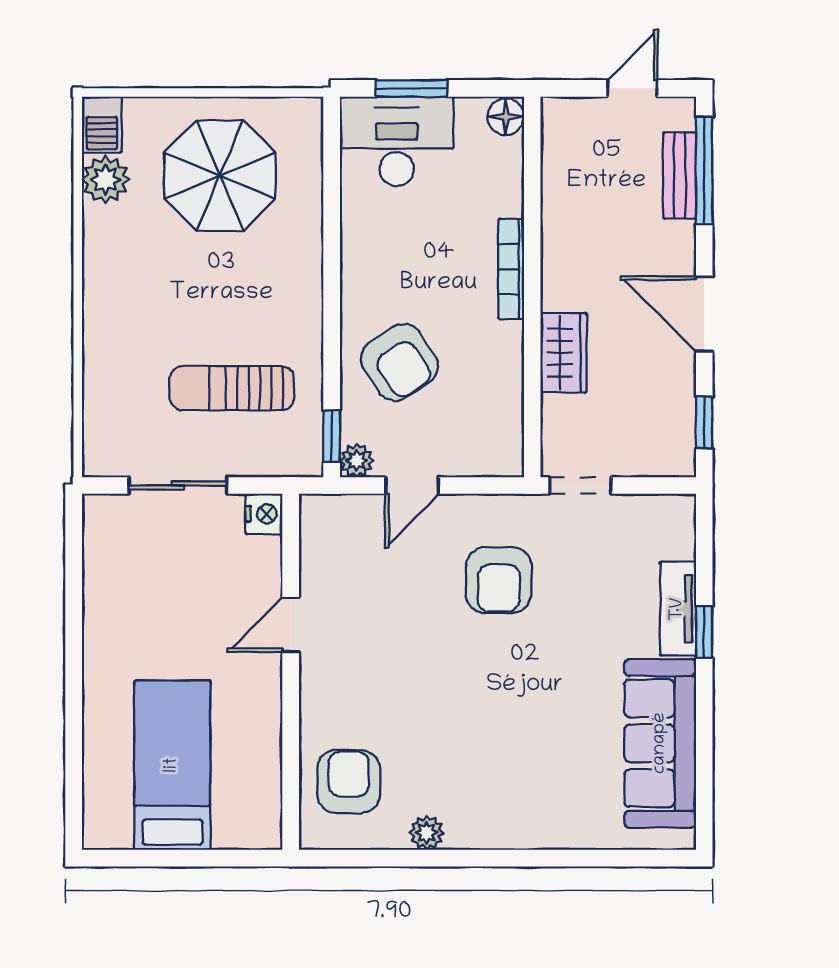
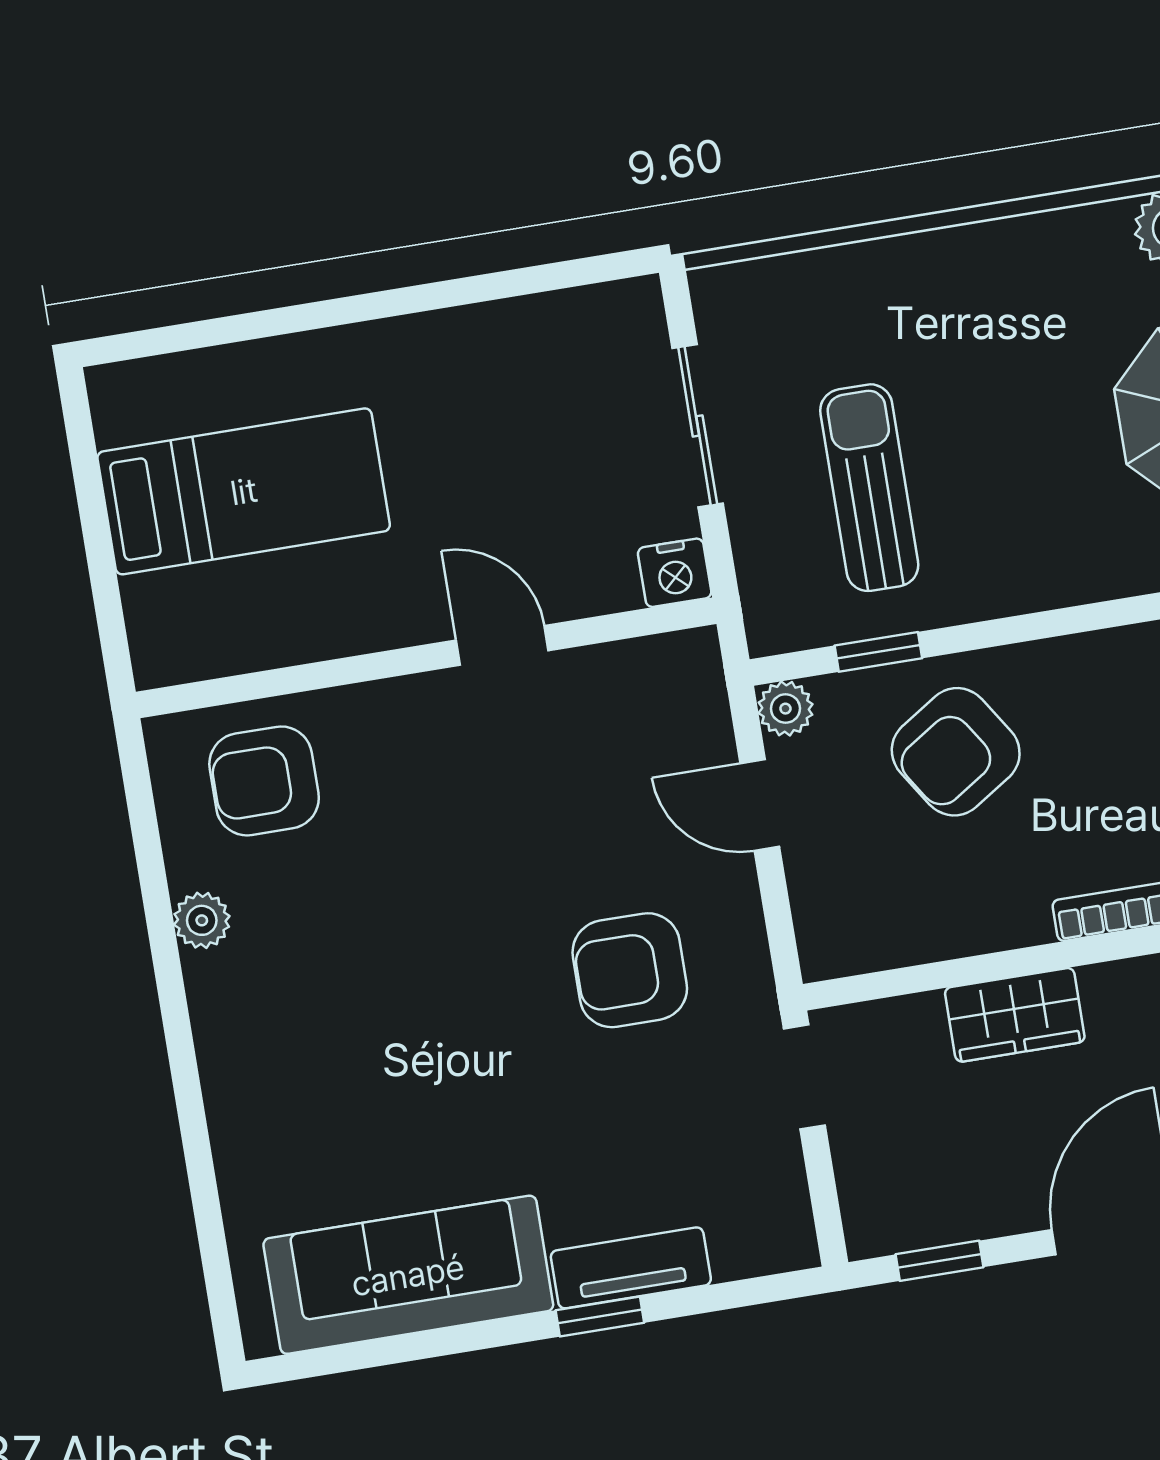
window: (332, 436) -> (878, 652), moved
armchair: (349, 781) -> (264, 781), turned 180

